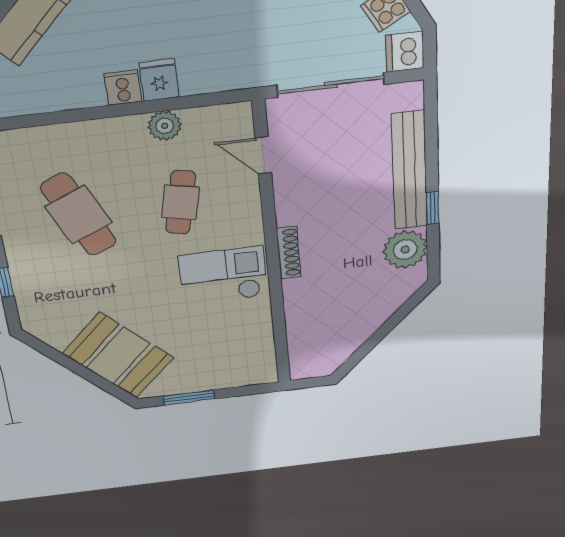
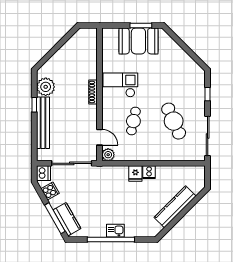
plant: (165, 126) -> (108, 155), moved
checkout: (223, 276) -> (120, 85), turned 180
booth: (118, 356) -> (138, 41), moved, turned -45

